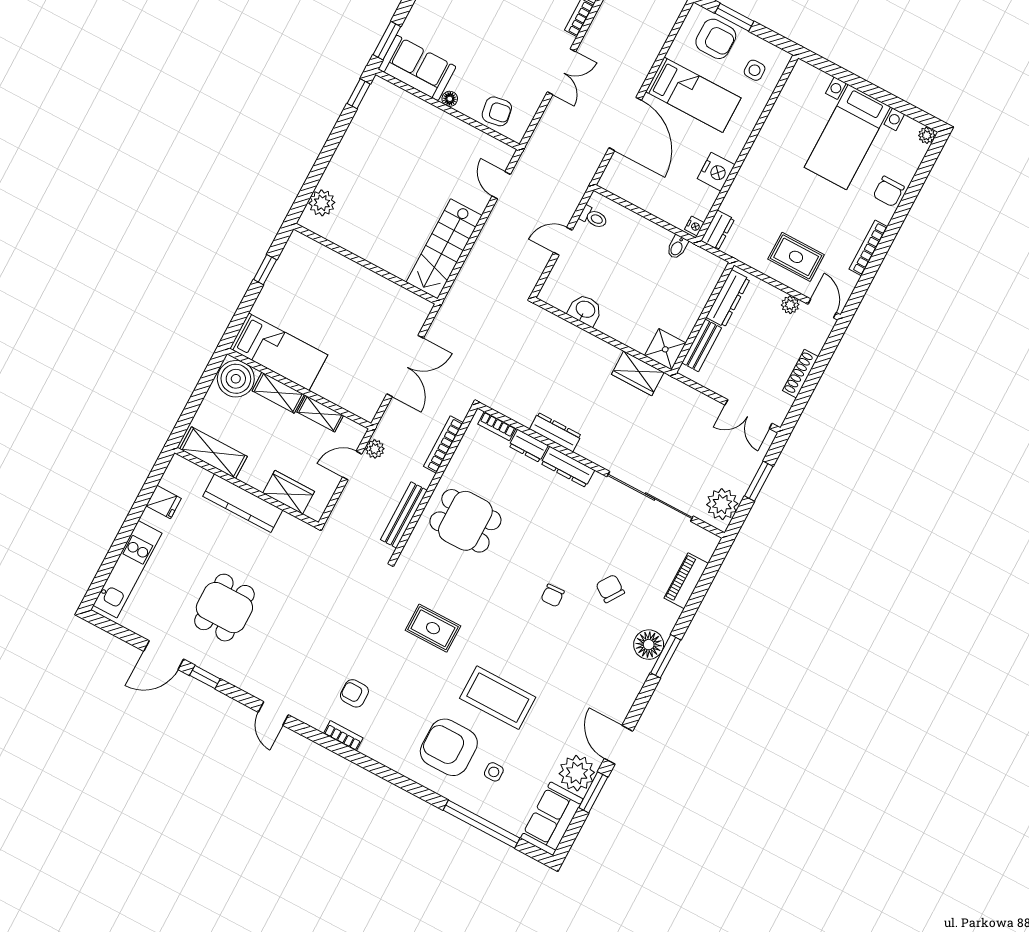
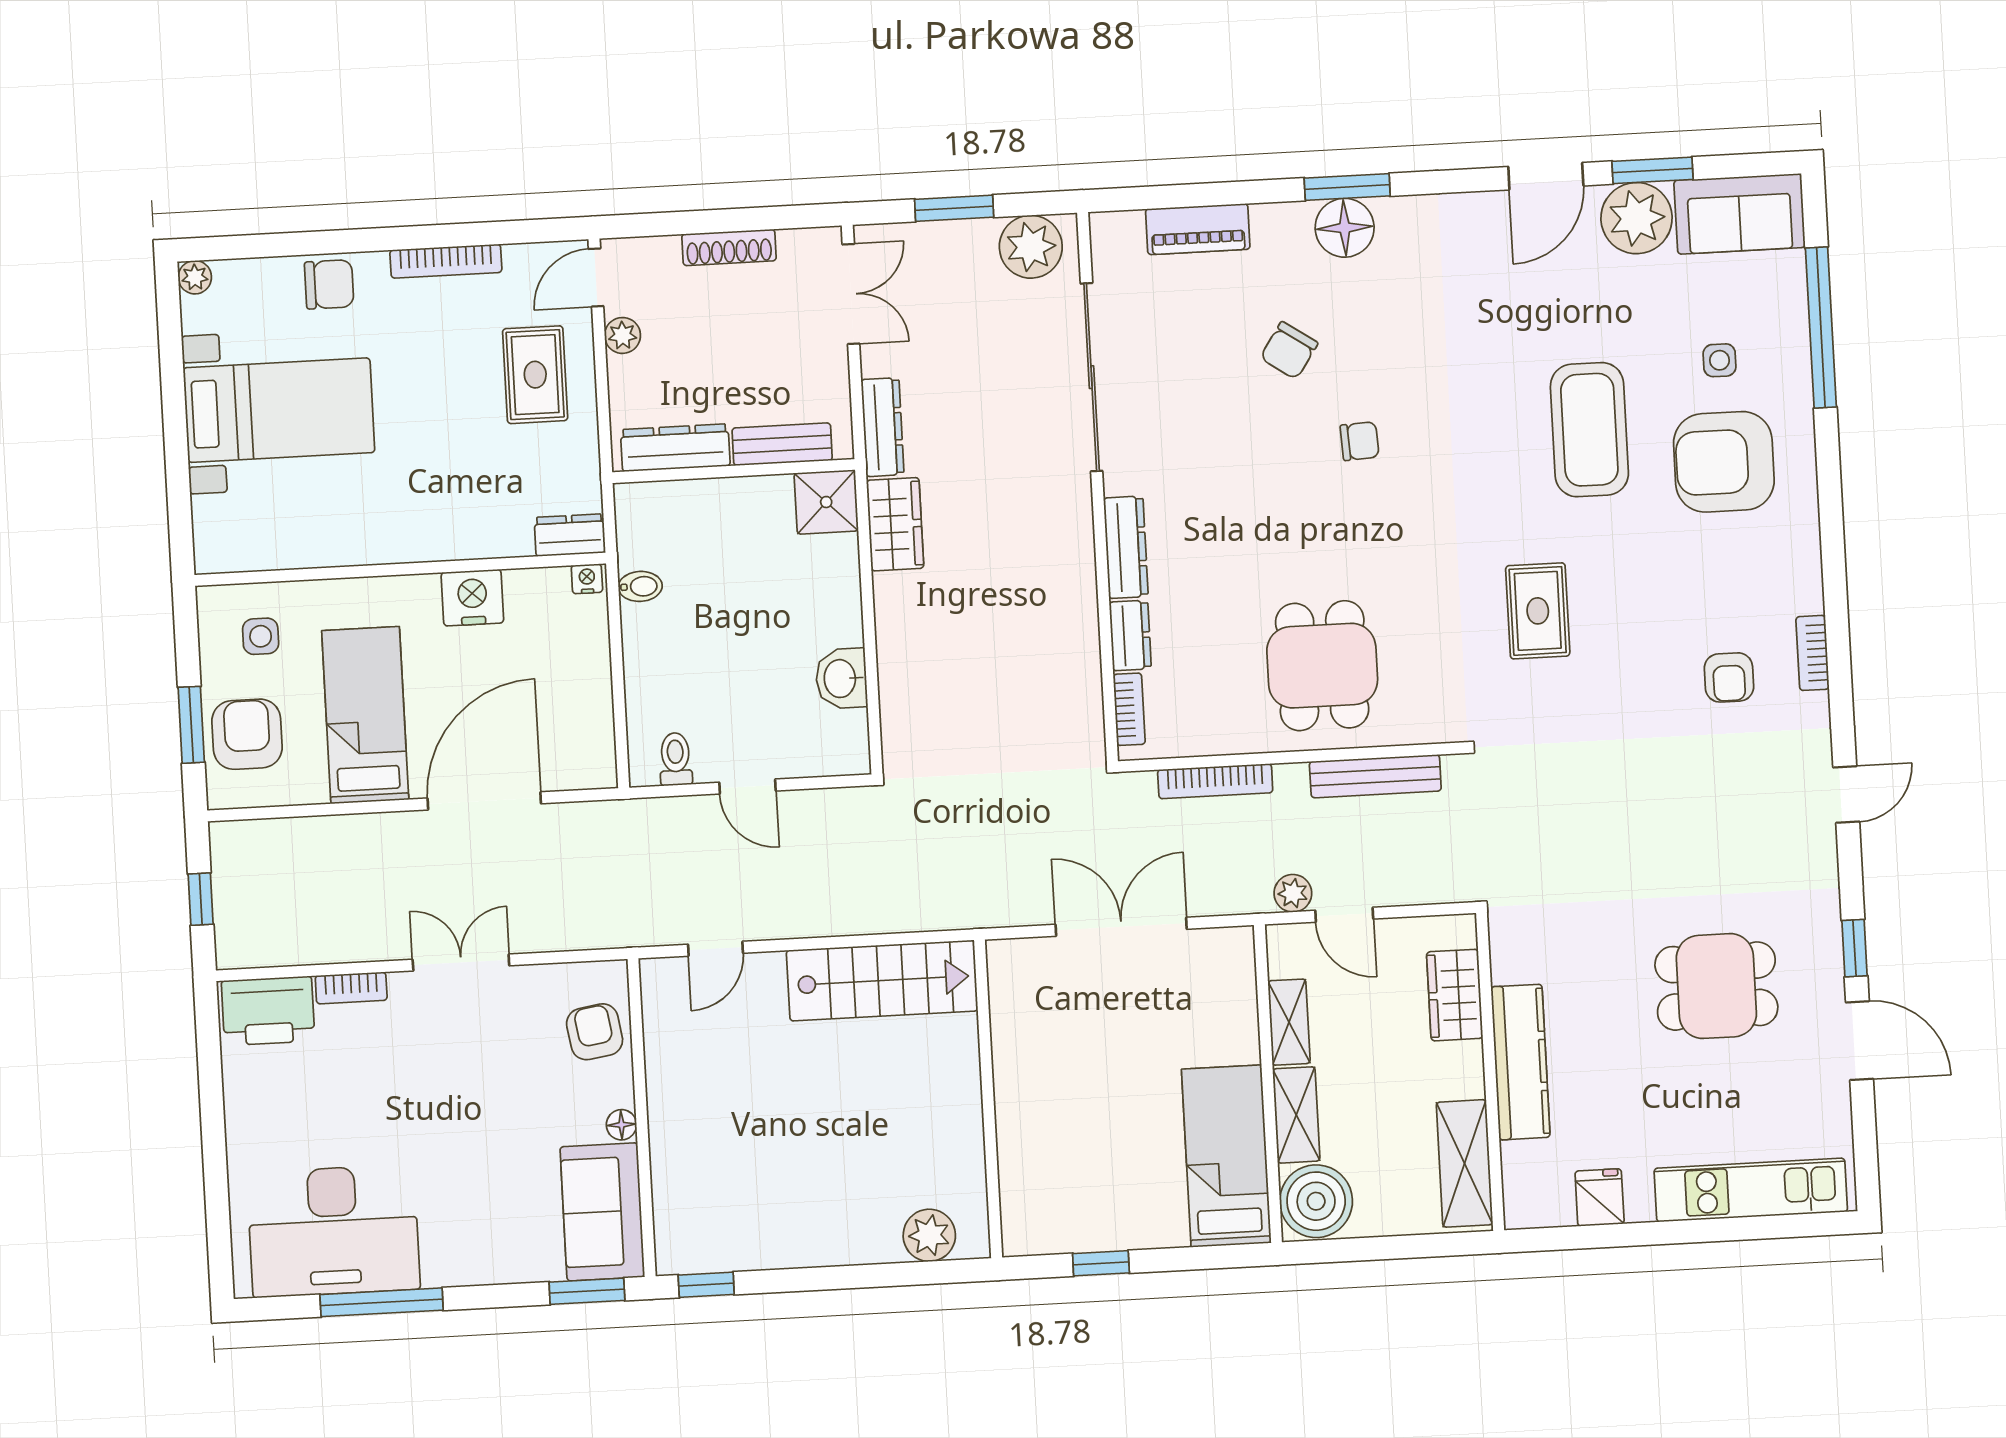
dresser: (555, 432) -> (883, 427), moved, turned 180
armchair: (449, 747) -> (1724, 462), turned 90

